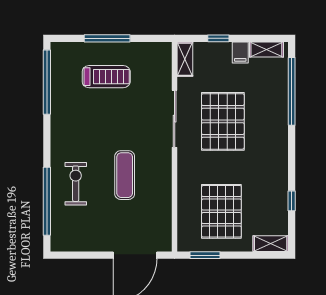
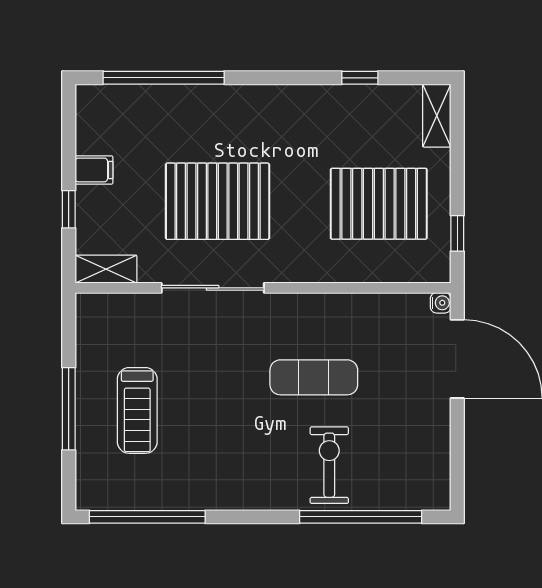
shelving: (266, 50) -> (89, 123), removed
treadmill: (106, 77) -> (137, 410), turned 180
exercise bike: (76, 184) -> (329, 465), turned 90
water cooler: (166, 246) -> (441, 303), added
window: (205, 255) -> (457, 233), width x0.67

